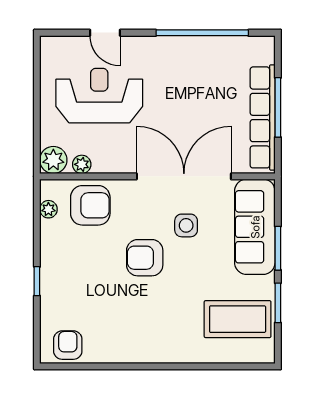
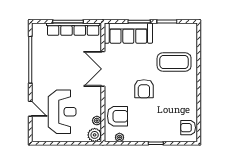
door: (105, 33) -> (30, 109), hinge flipped
reception desk: (99, 96) -> (62, 112), turned 180
double door: (184, 176) -> (103, 69), width x0.73
armchair: (90, 205) -> (117, 116), turned 90
side table: (186, 225) -> (128, 68), removed
coffee table: (238, 319) -> (174, 62), moved, turned 90

